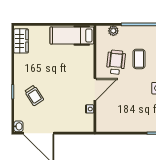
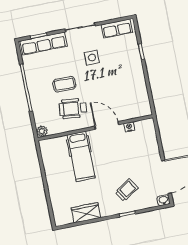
plant: (113, 31) -> (42, 131), moved
hospital bed: (72, 35) -> (81, 156), moved
wardrobe: (21, 41) -> (86, 213), moved

